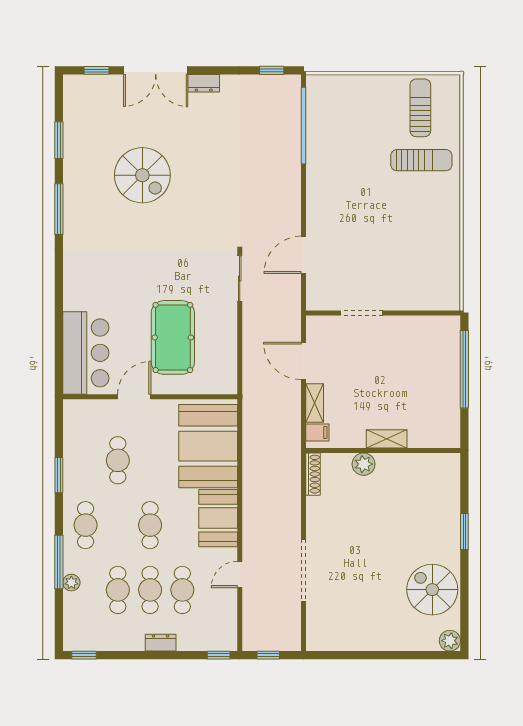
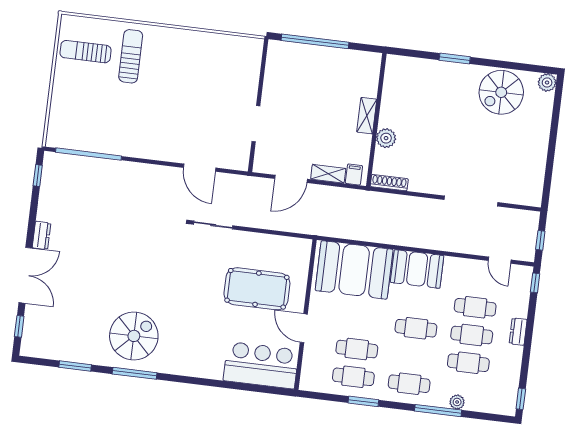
spiral stairs: (142, 175) -> (134, 336), moved
cafe table: (86, 460) -> (353, 377), added
door: (240, 574) -> (500, 260), moved

